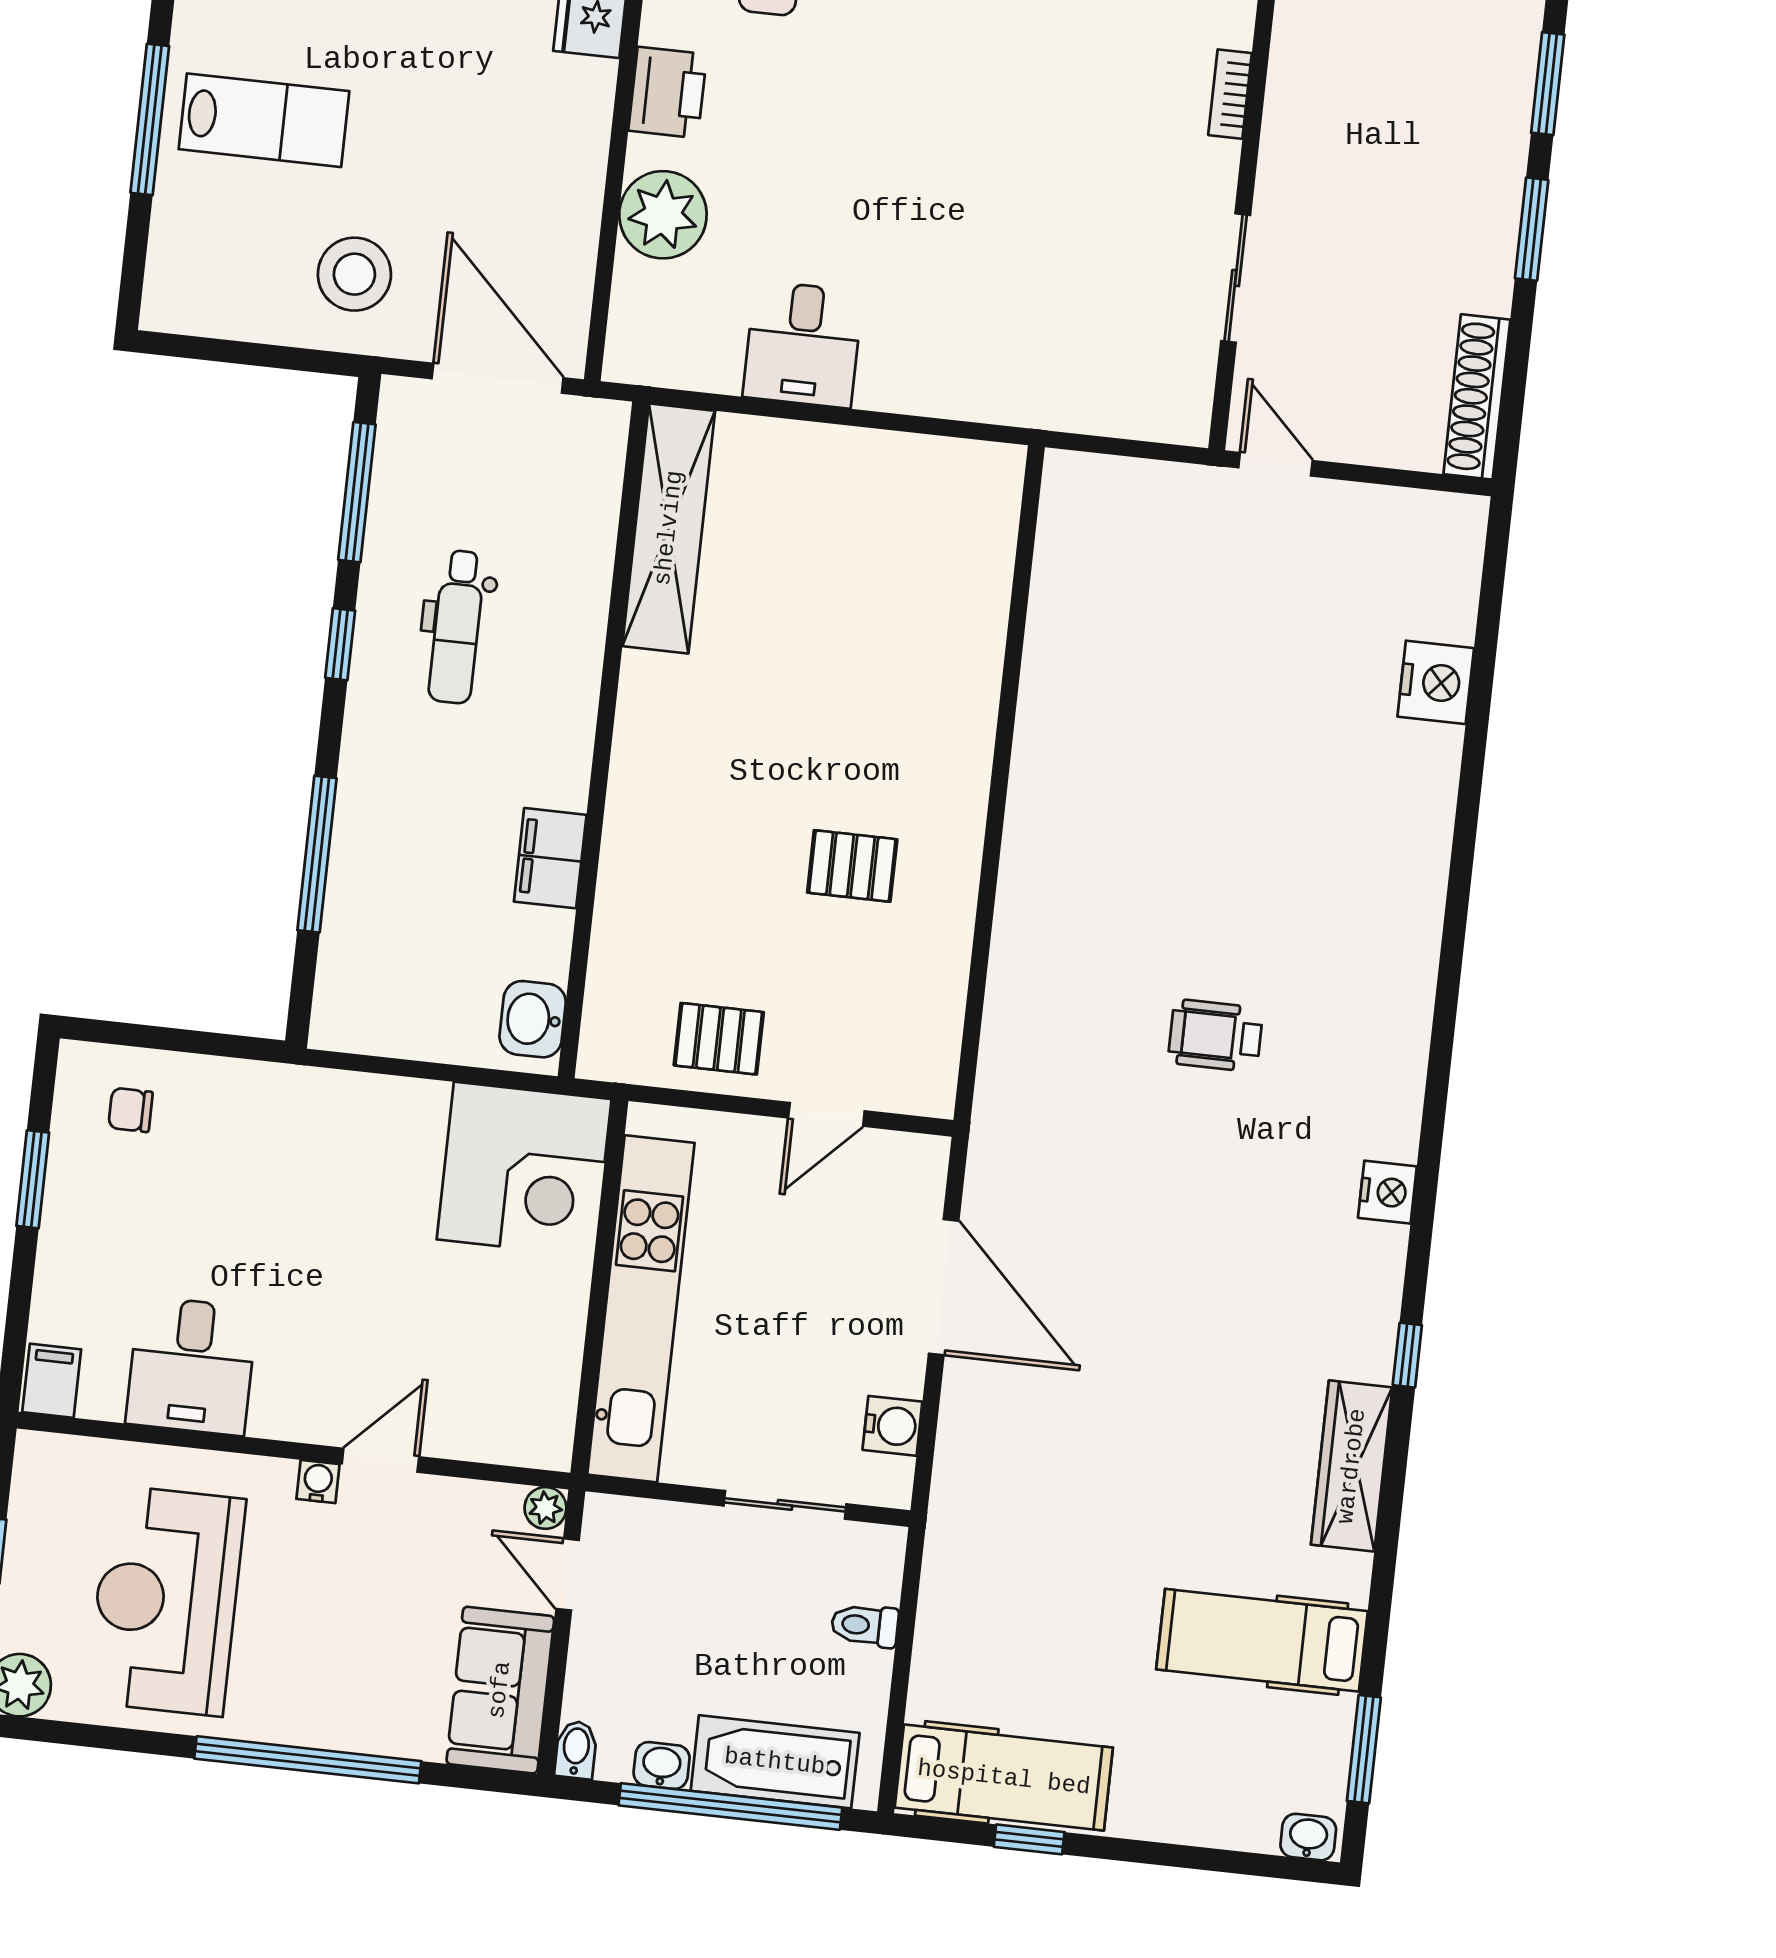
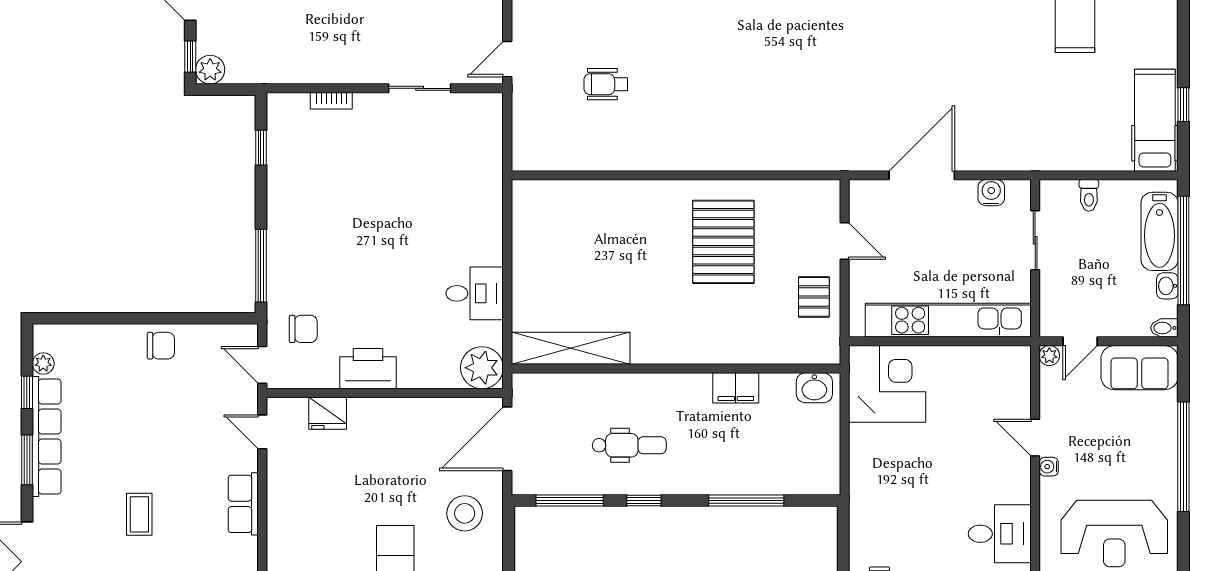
printer: (668, 92) -> (368, 369), width x1.37, depth x1.19
plant: (663, 215) -> (482, 368), moved
pallet: (852, 866) -> (723, 242), width x2.05, depth x2.00
wheelchair: (1215, 1036) -> (606, 84), moved, turned 90

